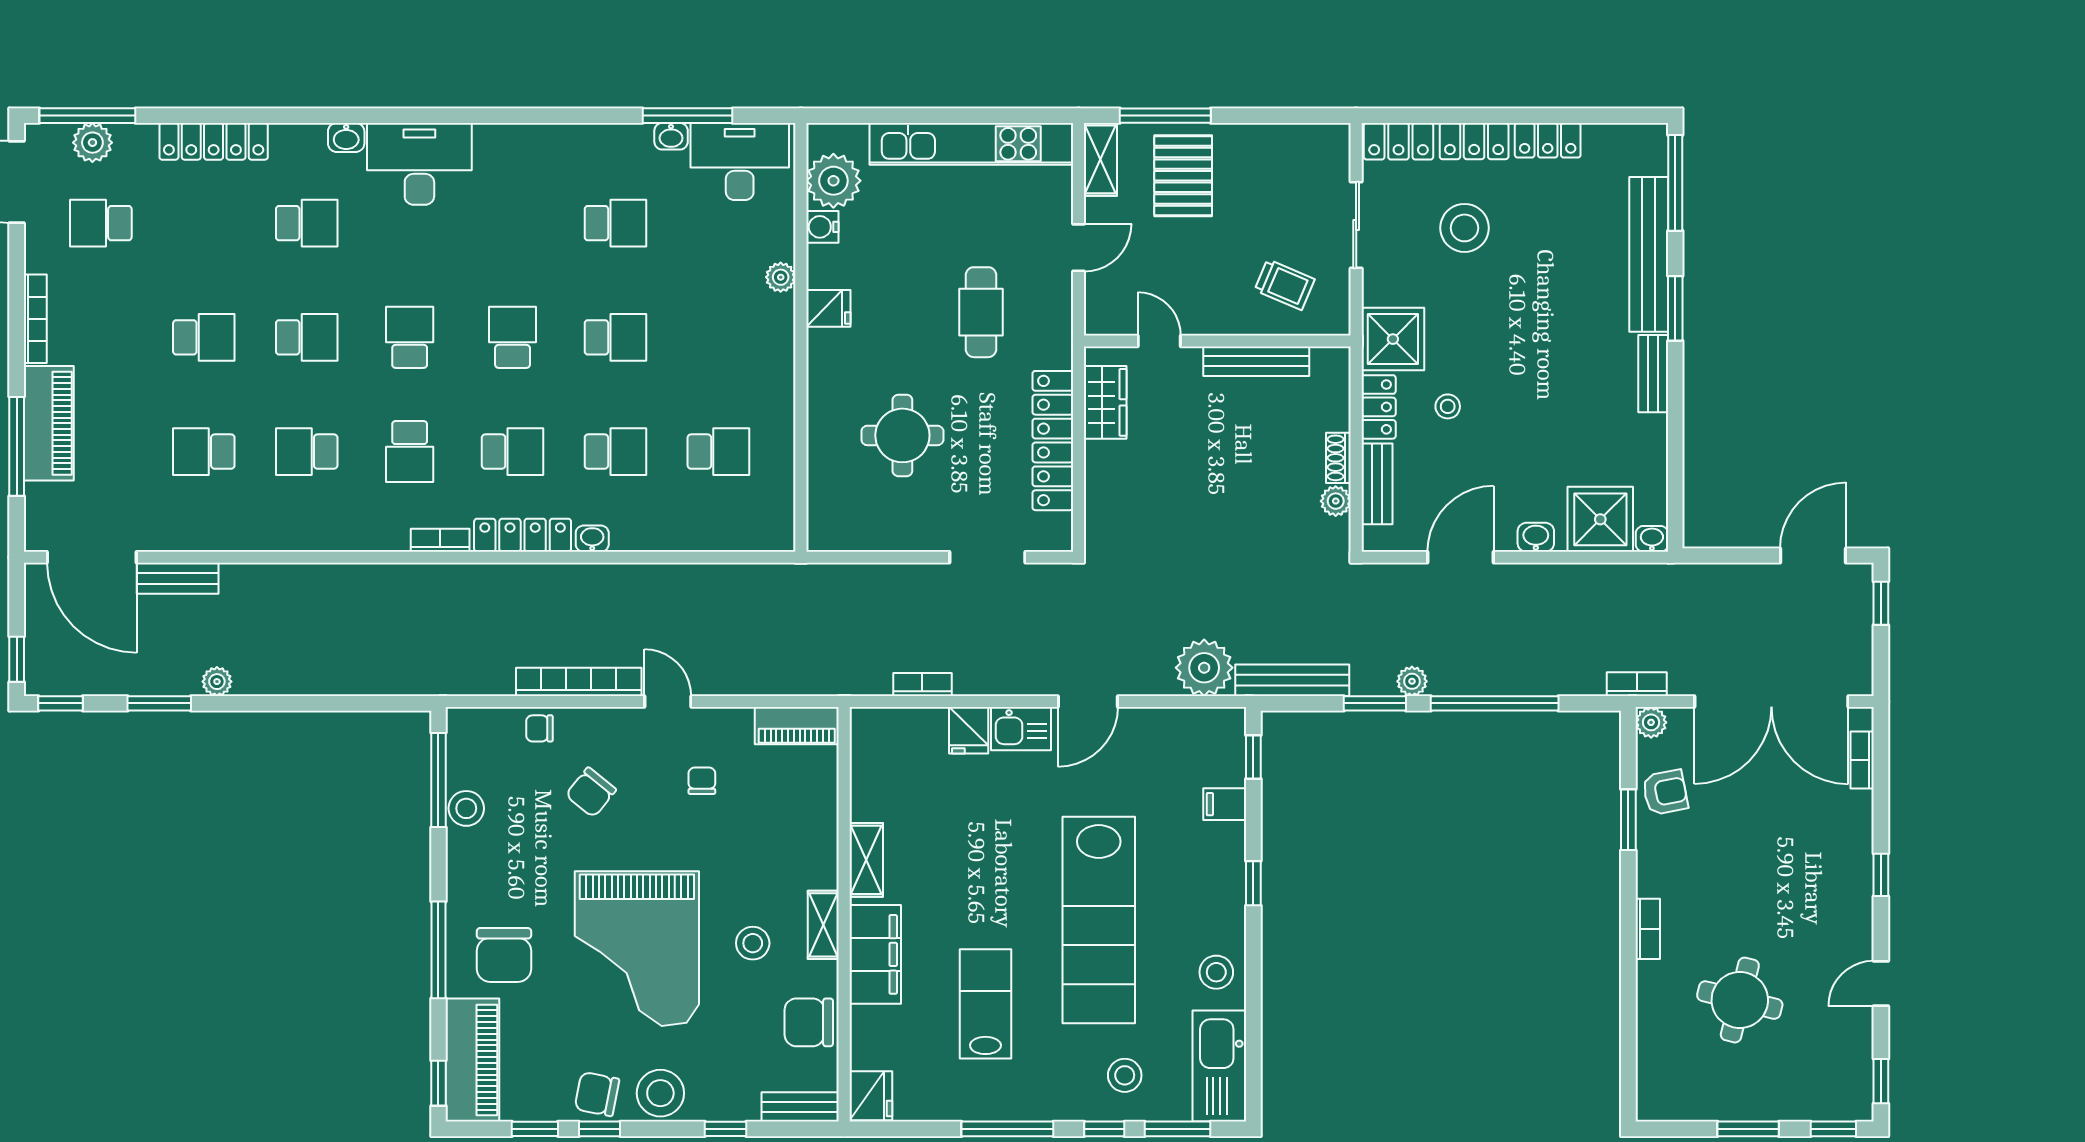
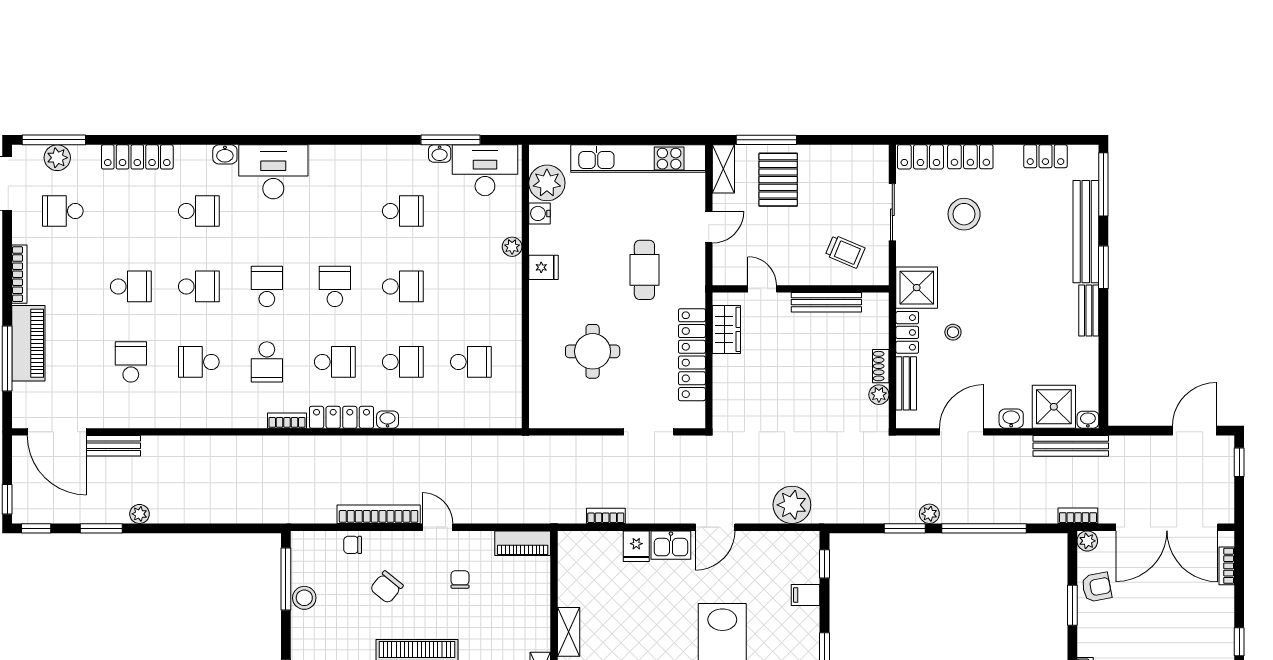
locker: (1548, 140) -> (1045, 156), moved
school desk: (204, 452) -> (131, 362), turned 90
bench: (1292, 680) -> (1071, 446), moved

